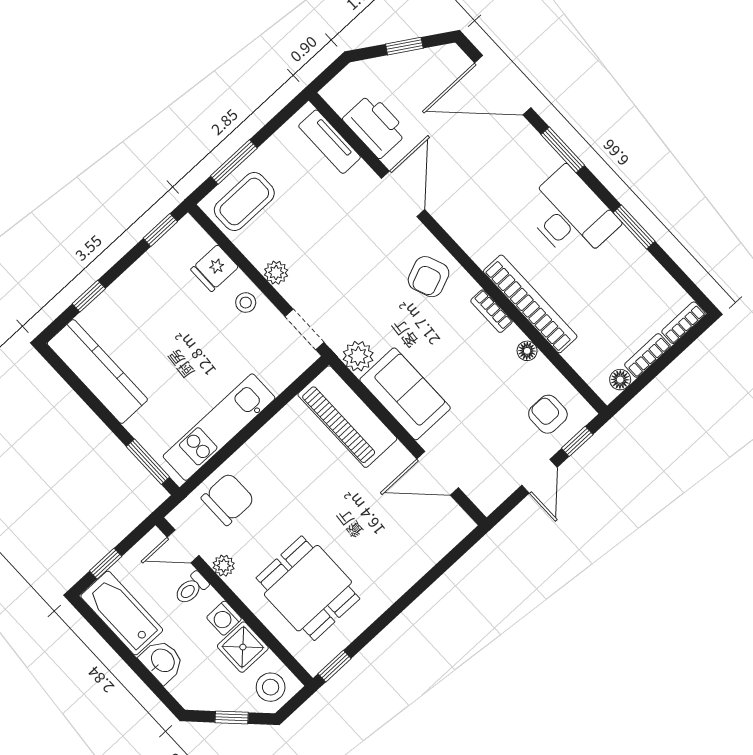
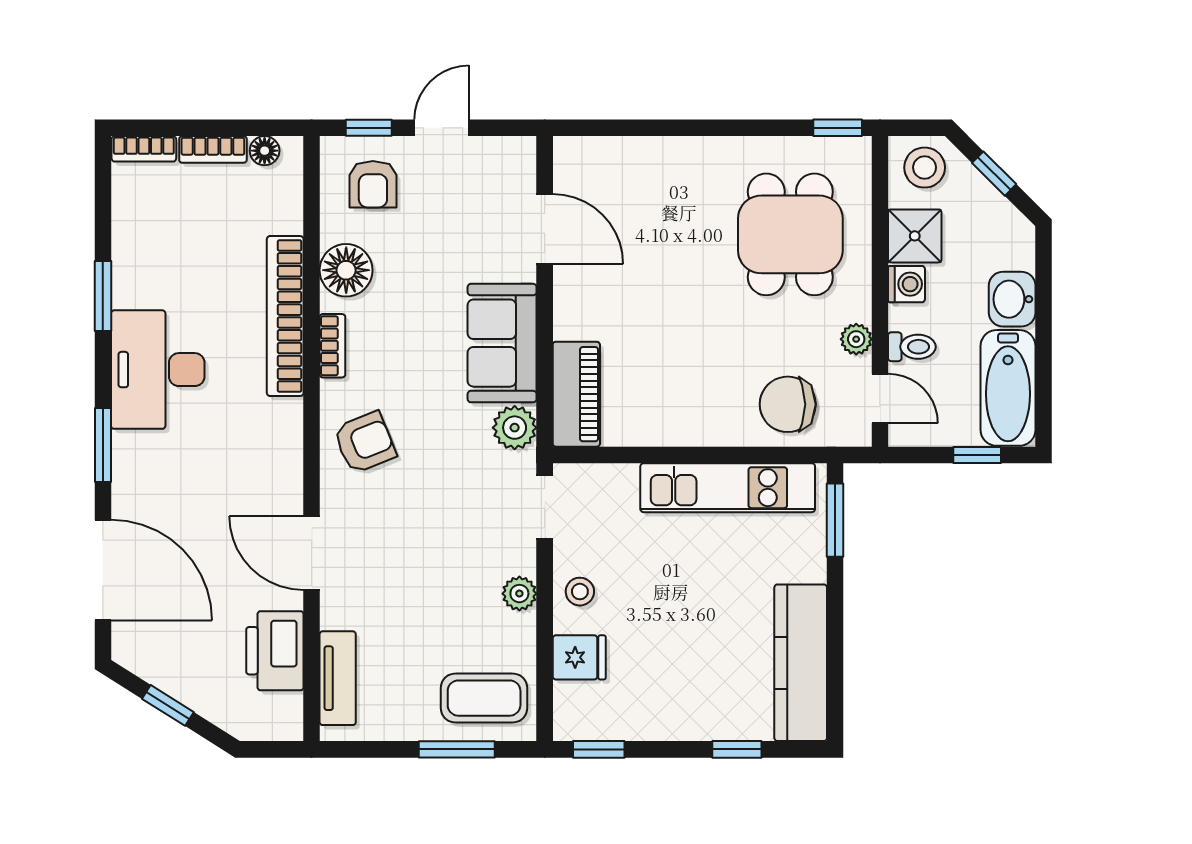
door: (403, 194) -> (312, 553), hinge flipped
floor lamp: (527, 351) -> (346, 270), width x1.89, depth x1.89
piano: (347, 417) -> (576, 394), width x0.73, depth x0.75

